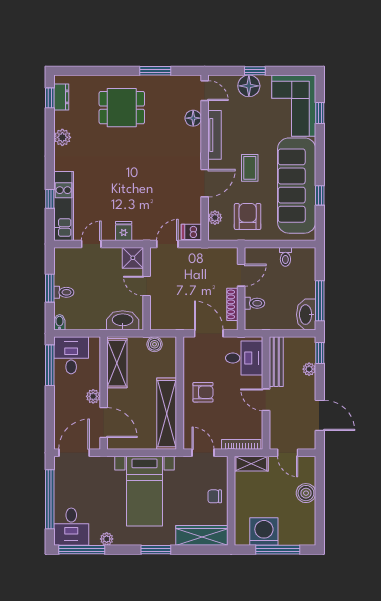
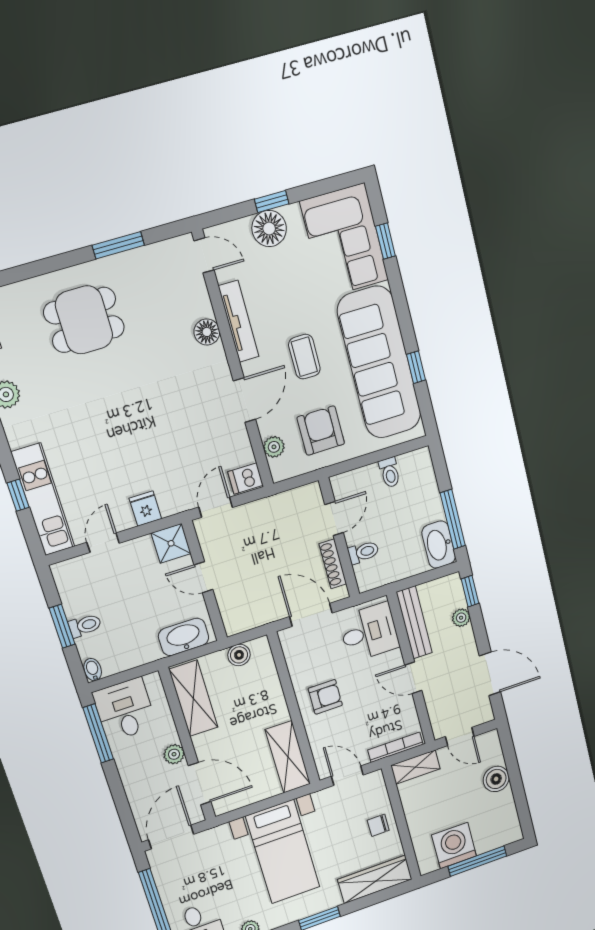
floor lamp: (193, 118) -> (207, 332), moved
shelving: (167, 414) -> (288, 757), width x0.68

